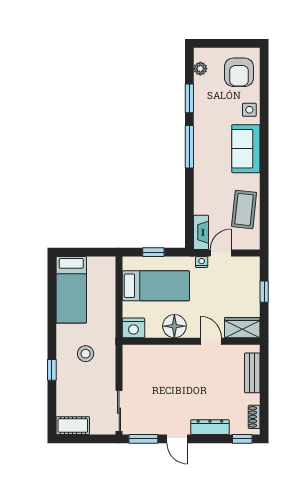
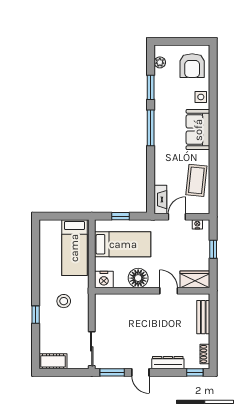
nightstand: (202, 262) -> (197, 224), moved
bed: (71, 290) -> (74, 248), moved

